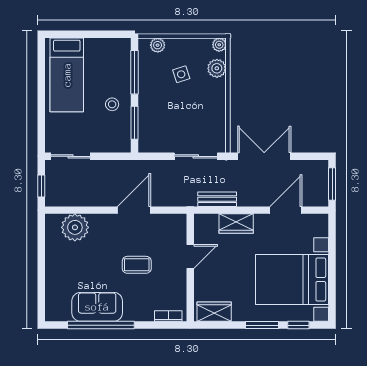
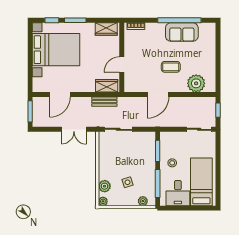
desk: (103, 58) -> (178, 193), added
double door: (264, 156) -> (74, 129), width x0.73
wardrobe: (236, 224) -> (107, 86), moved
coffee table: (137, 265) -> (171, 67), moved

